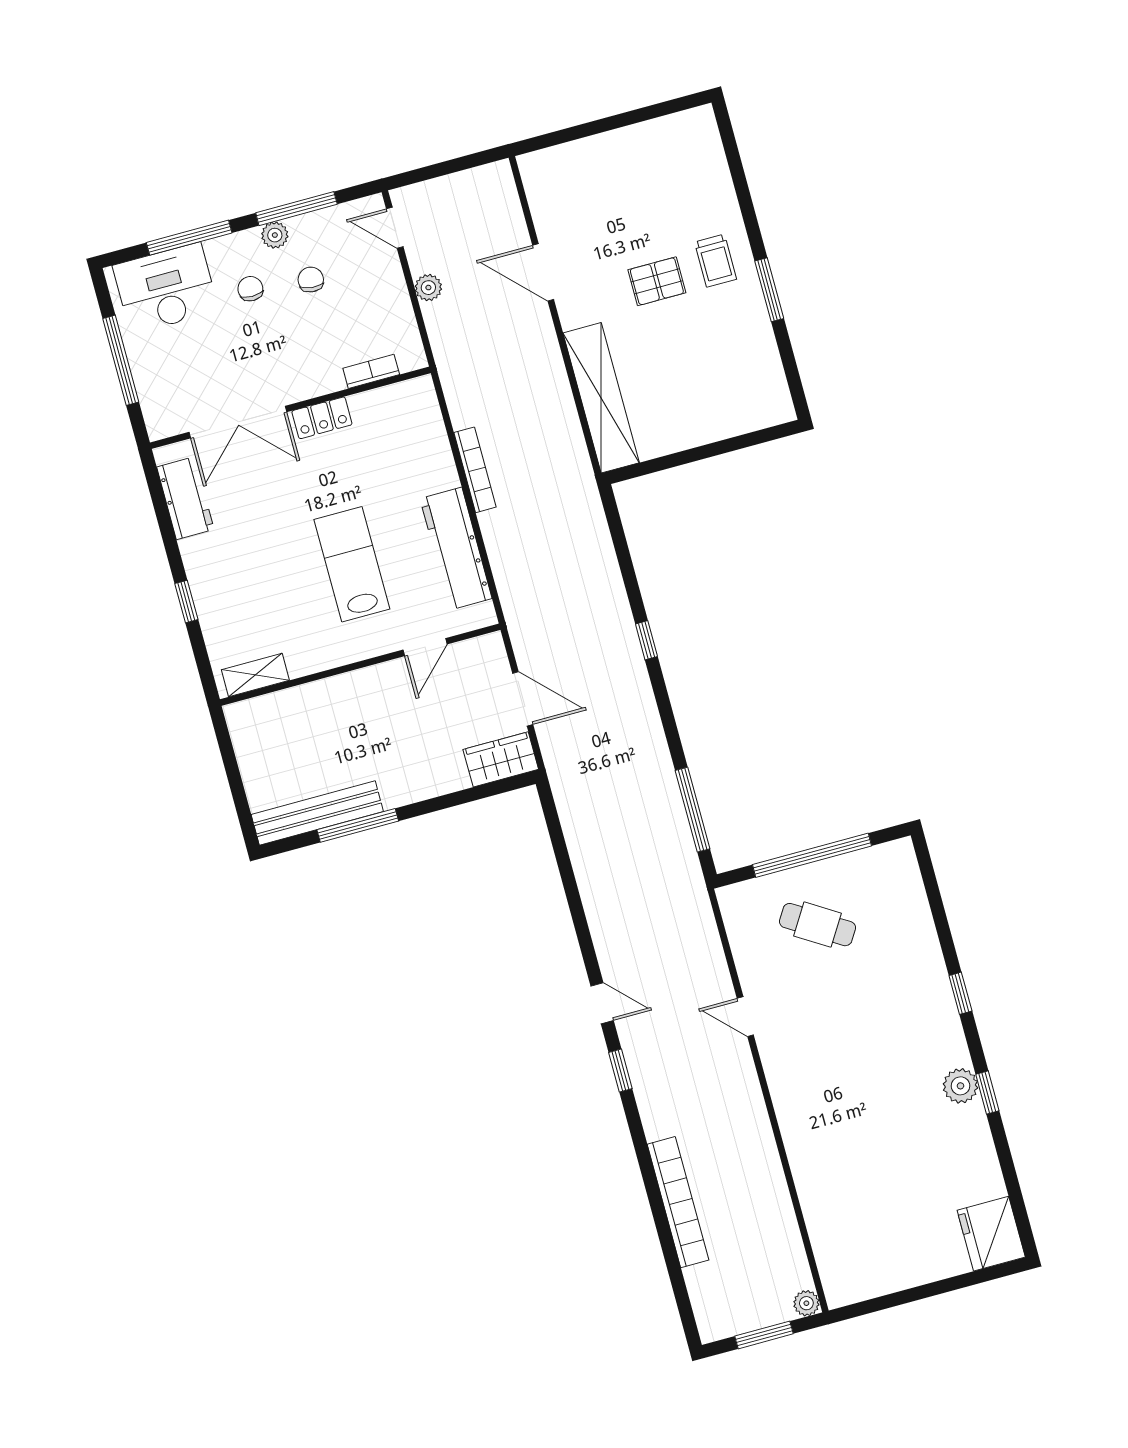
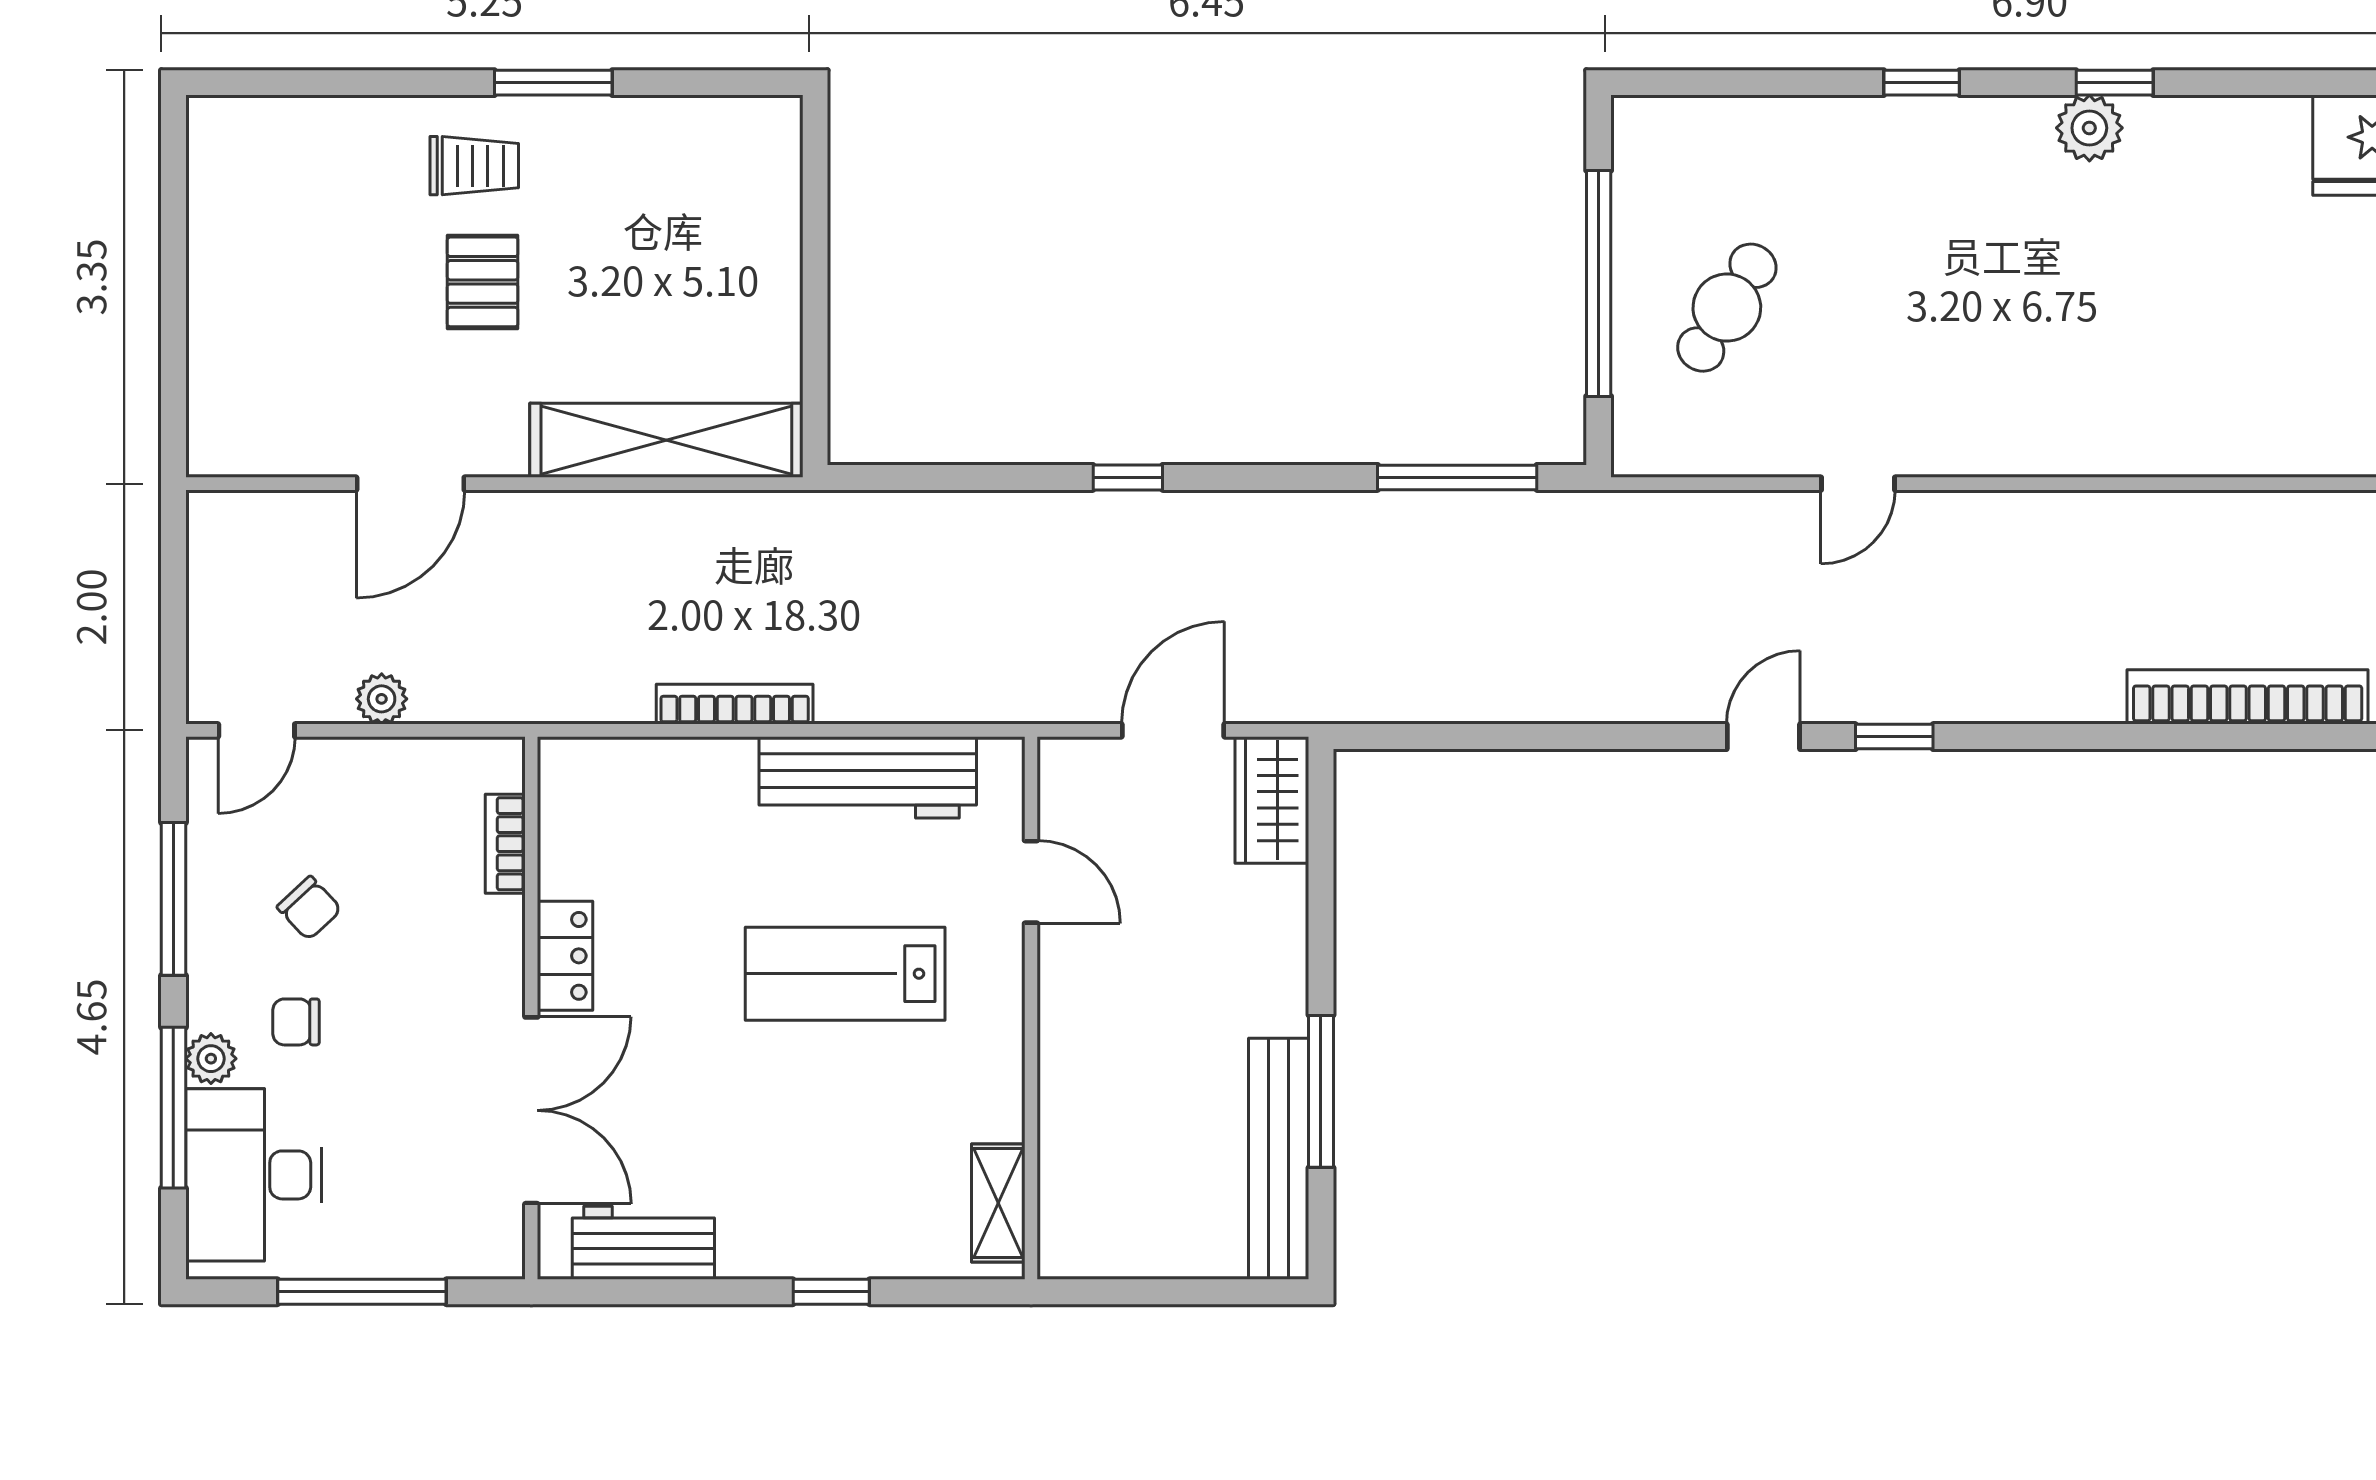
plant: (275, 235) -> (211, 1059), moved
chair: (311, 280) -> (309, 908), turned -139
bookcase: (678, 1202) -> (2248, 697), moved

